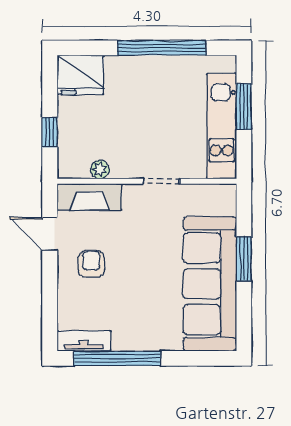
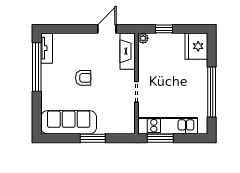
window: (244, 107) -> (160, 138), moved
plant: (100, 170) -> (143, 38), moved
armchair: (91, 264) -> (83, 78), moved
sofa: (210, 284) -> (69, 122), width x0.74, depth x0.79

